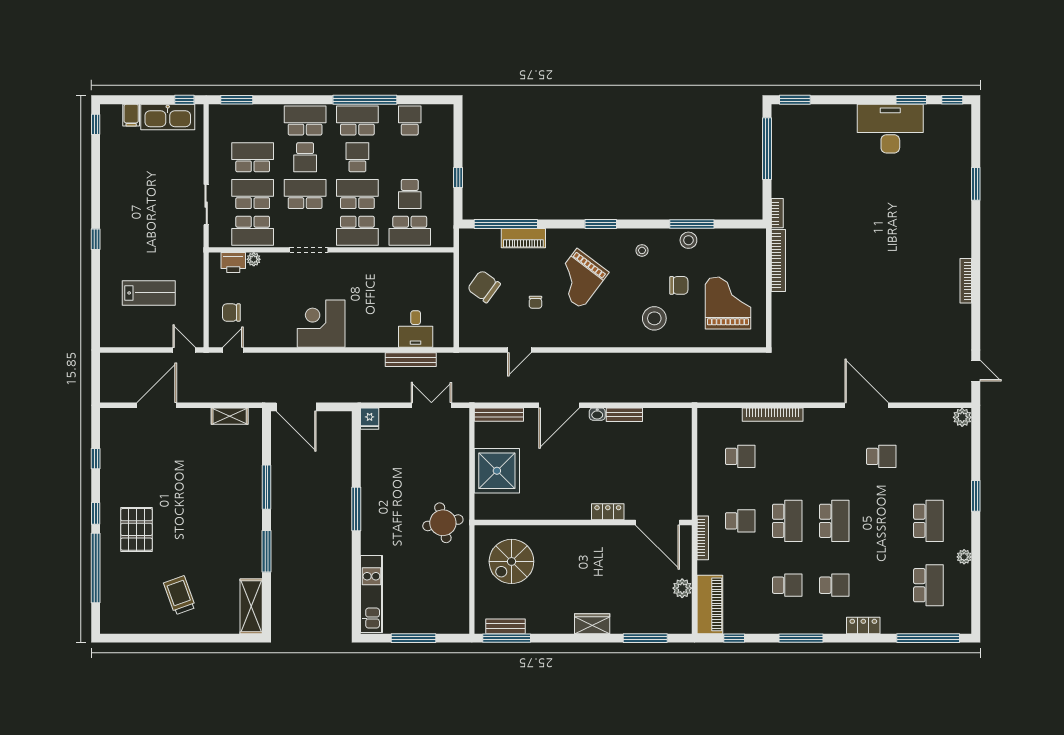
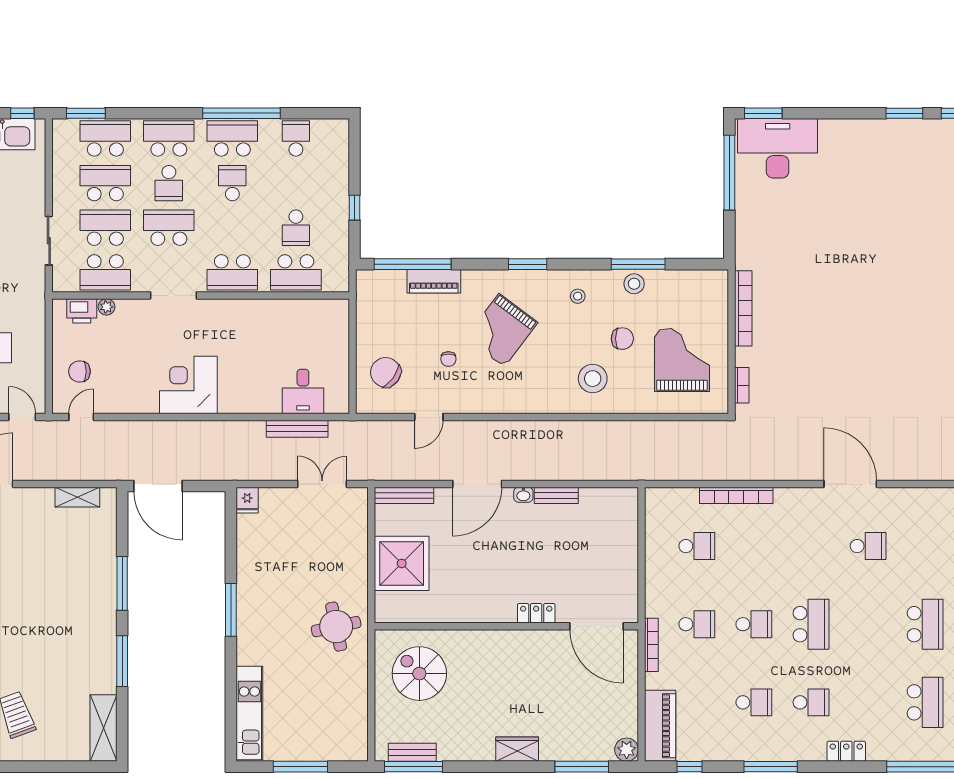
desk: (890, 129) -> (778, 148), moved
school desk: (357, 194) -> (105, 138), moved
bookcase: (777, 213) -> (742, 385), moved
chair: (484, 286) -> (386, 372), moved
school desk: (787, 521) -> (754, 624), width x0.54
spiral stairs: (511, 561) -> (419, 674), turned 90
plant: (682, 588) -> (627, 750), moved

